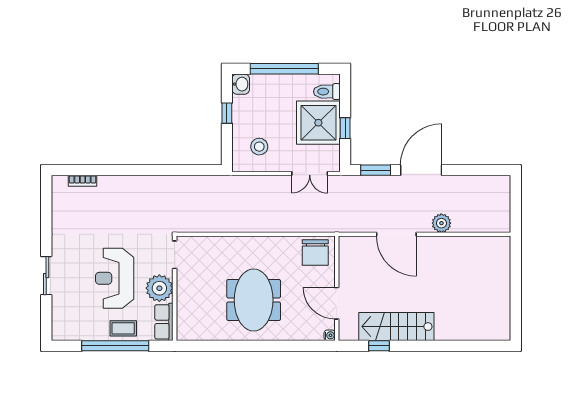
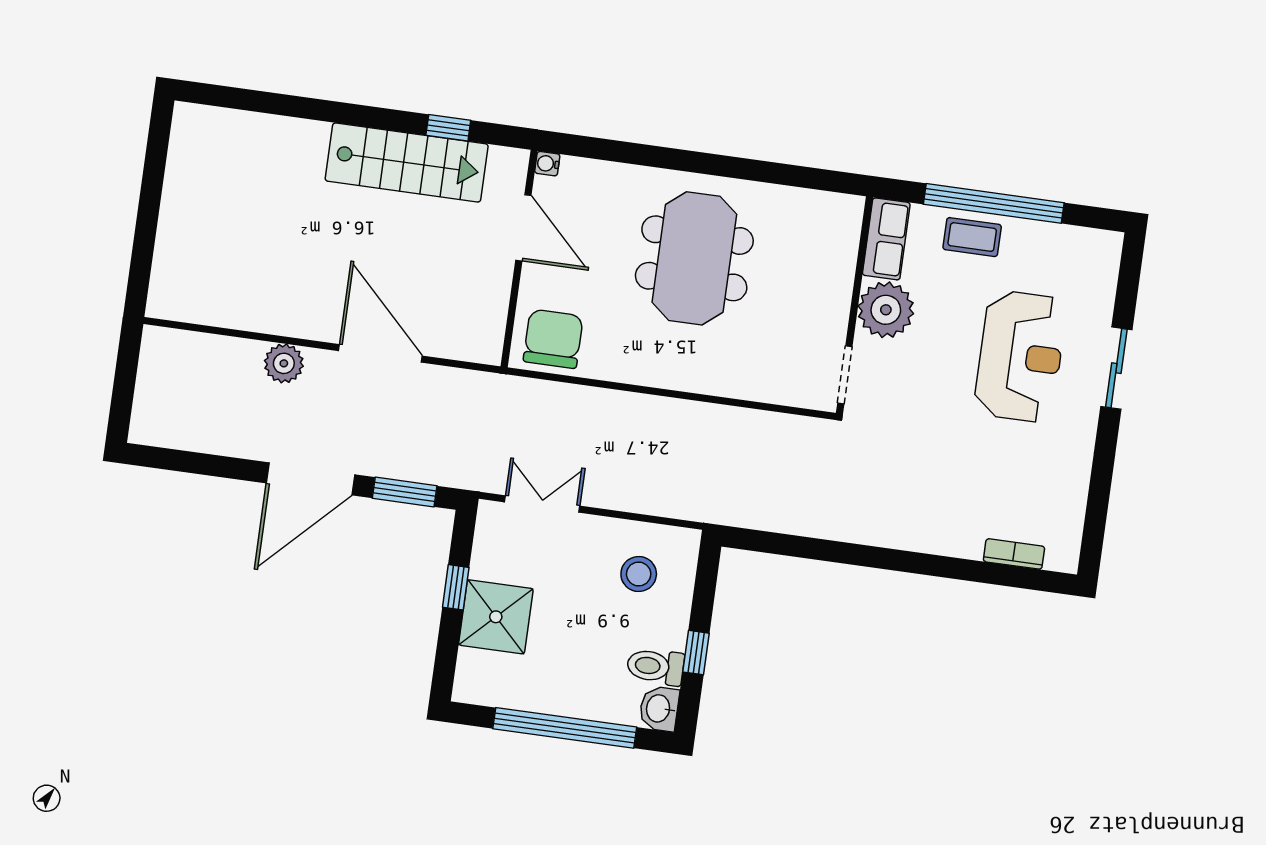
toilet: (327, 92) -> (655, 667), moved, turned 180
shower: (318, 123) -> (496, 617), width x0.73, depth x0.73
reception desk: (115, 278) -> (1020, 356), moved

